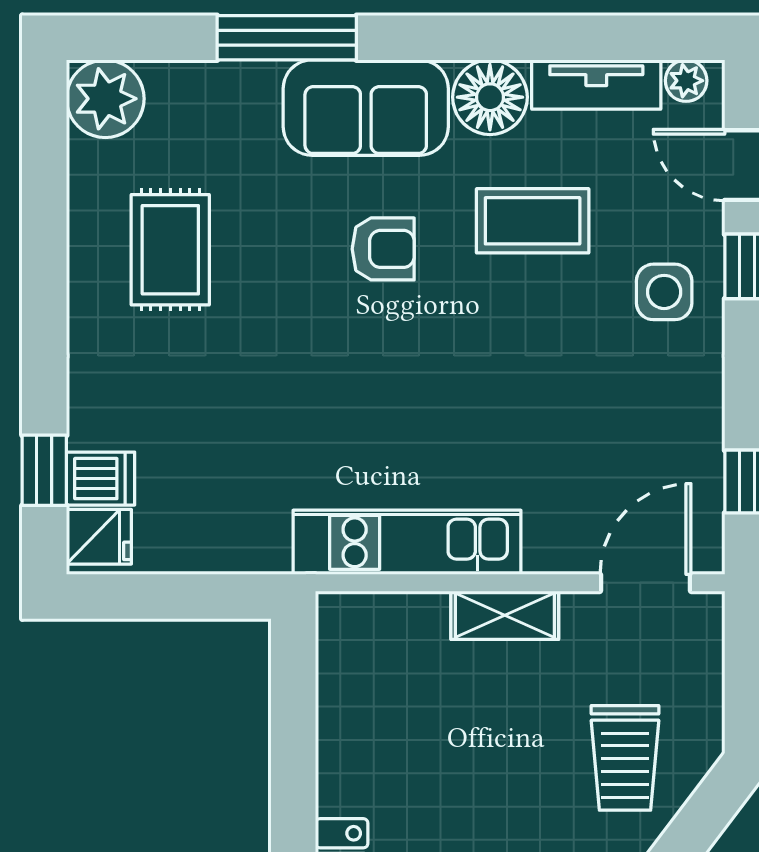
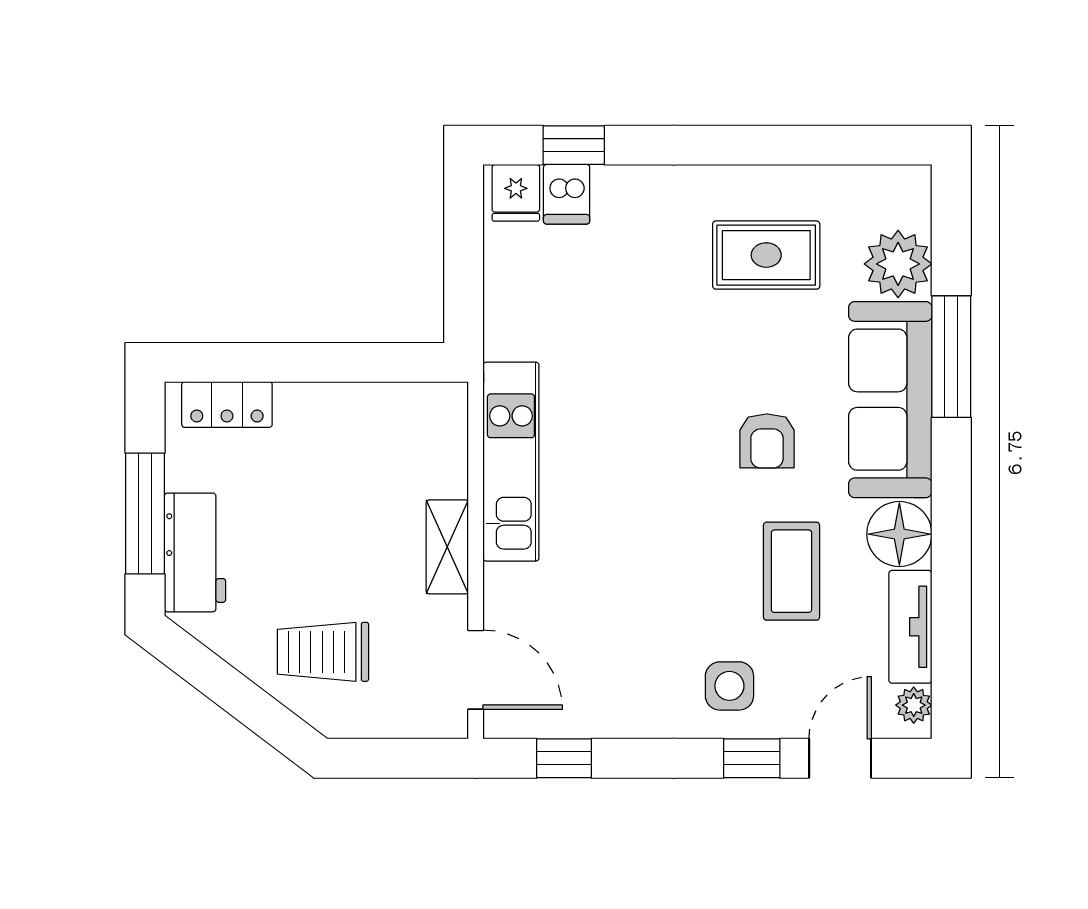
plant: (105, 99) -> (898, 264), moved
sofa: (366, 108) -> (890, 400), width x1.36

